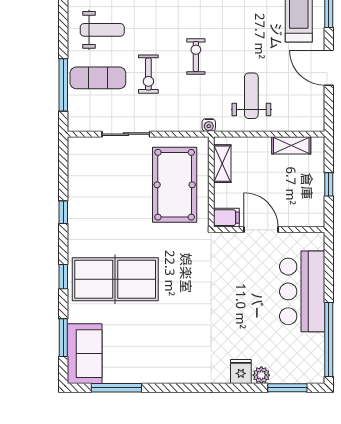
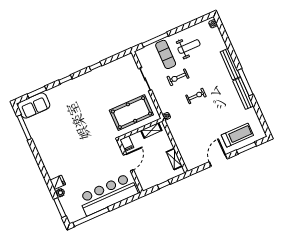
weight bench: (102, 30) -> (189, 47), turned -90
weight bench: (251, 96) -> (189, 130), removed
table tennis table: (115, 279) -> (75, 104), removed
bar counter: (302, 291) -> (108, 194), width x1.36

